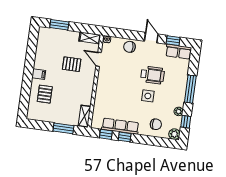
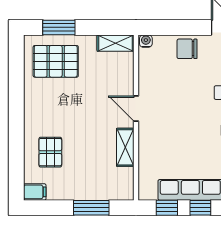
door: (99, 59) -> (136, 109), moved
pallet: (72, 64) -> (56, 61), moved, width x1.50, depth x1.42
filing cabinet: (39, 74) -> (35, 192), moved
shelving: (84, 116) -> (125, 147), moved

